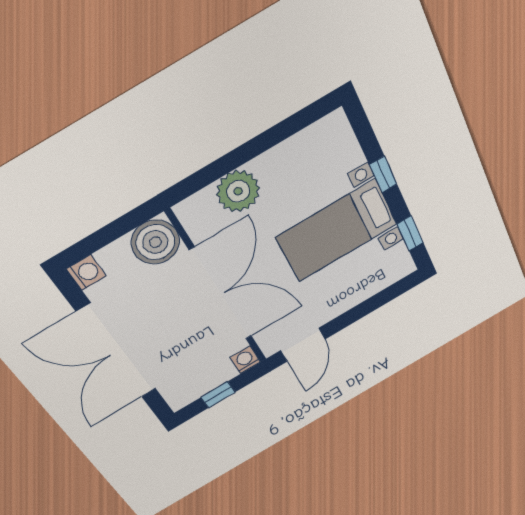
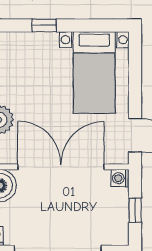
bed with nightstands: (337, 231) -> (94, 73), moved
window: (410, 233) -> (98, 25), removed

